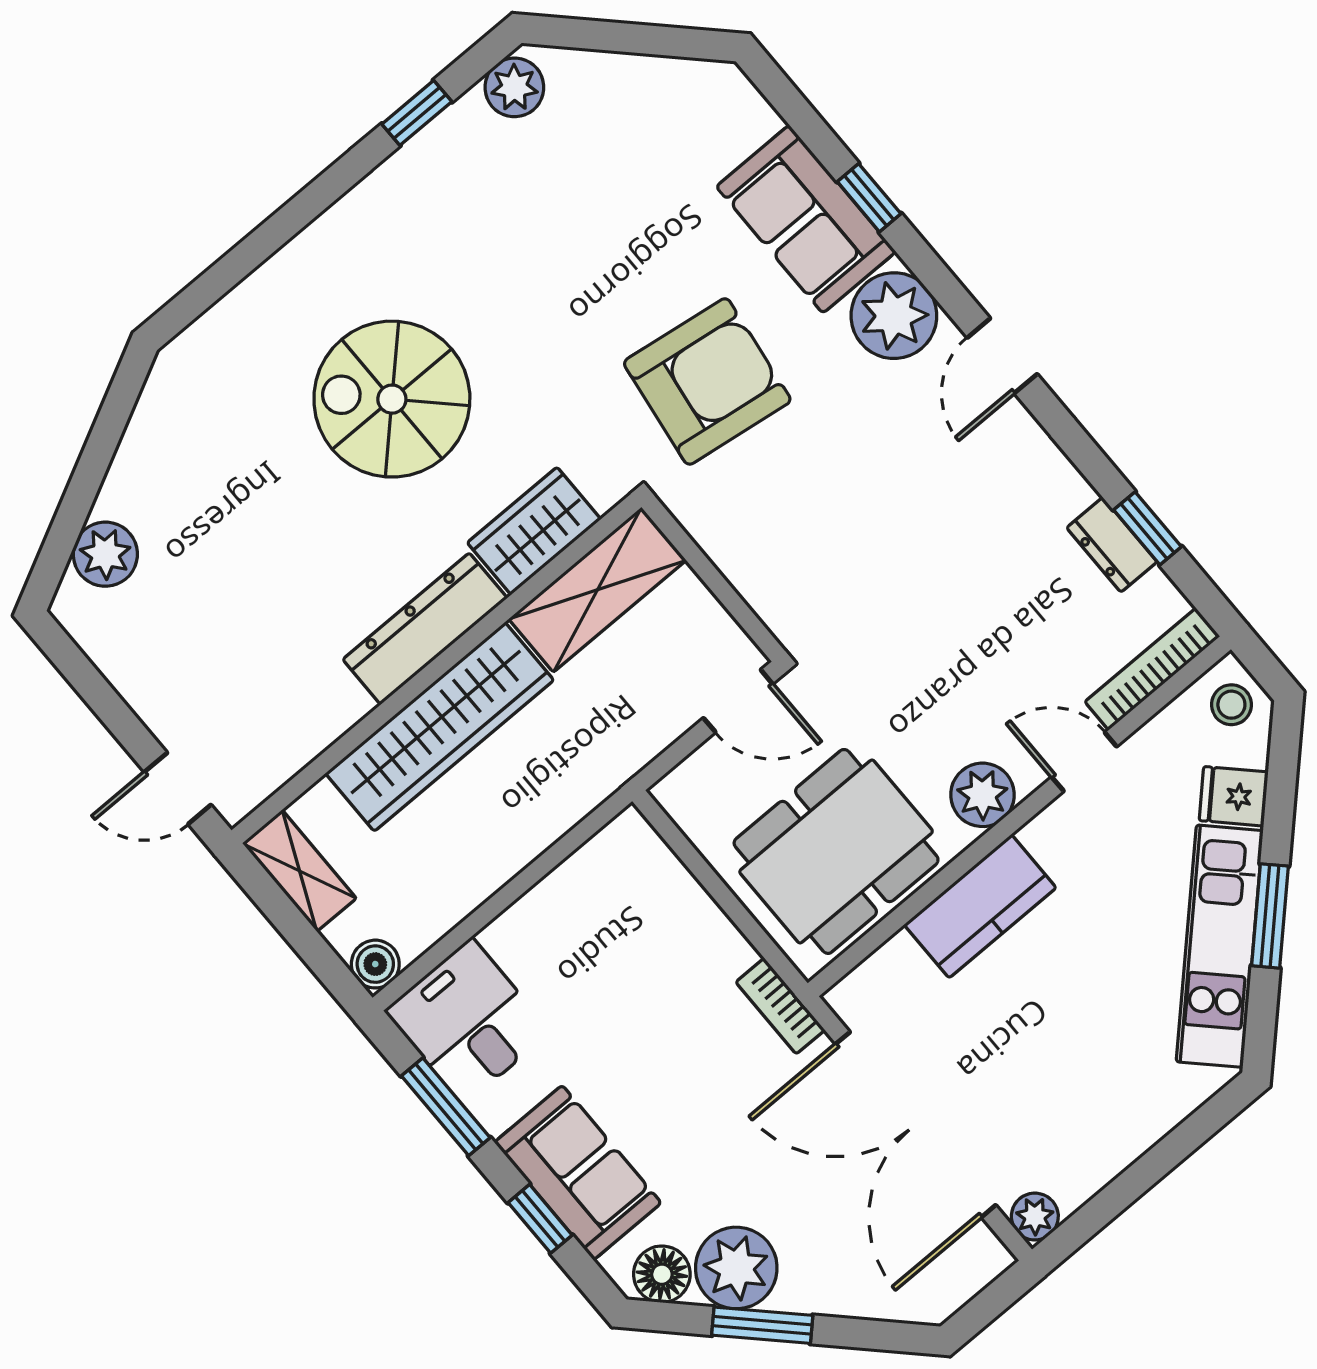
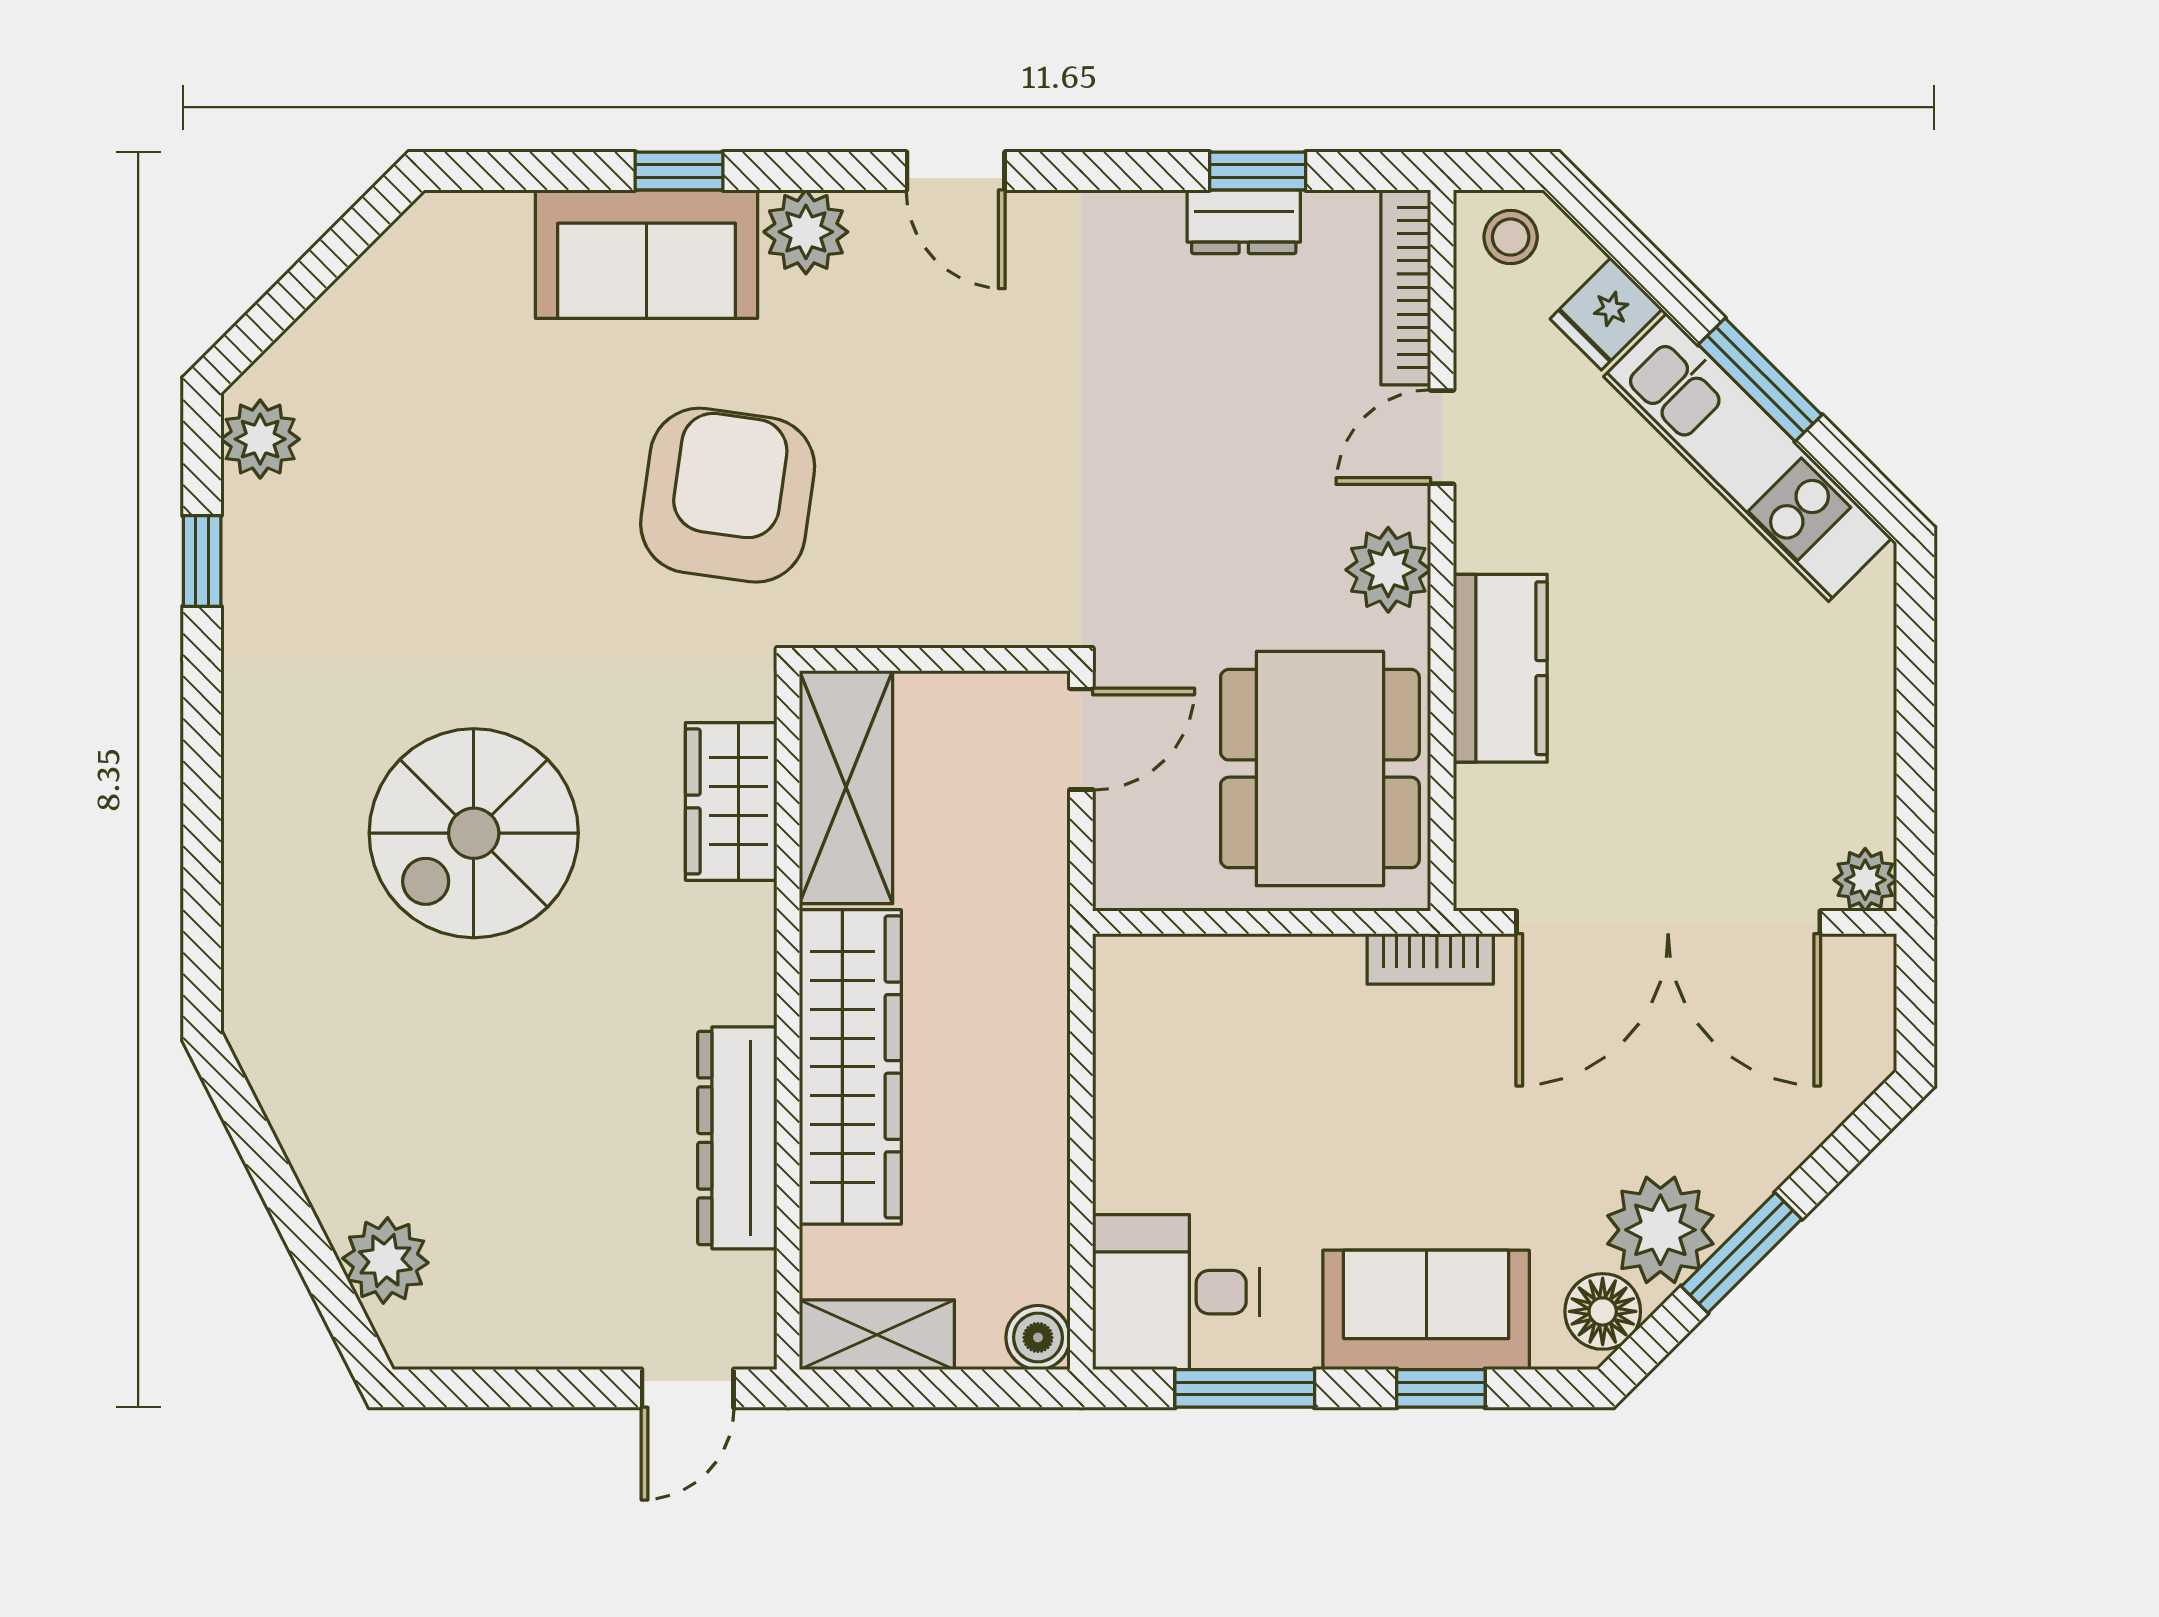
plant: (894, 316) -> (806, 232), width x0.73, depth x0.73
dresser: (425, 629) -> (737, 1138), moved

